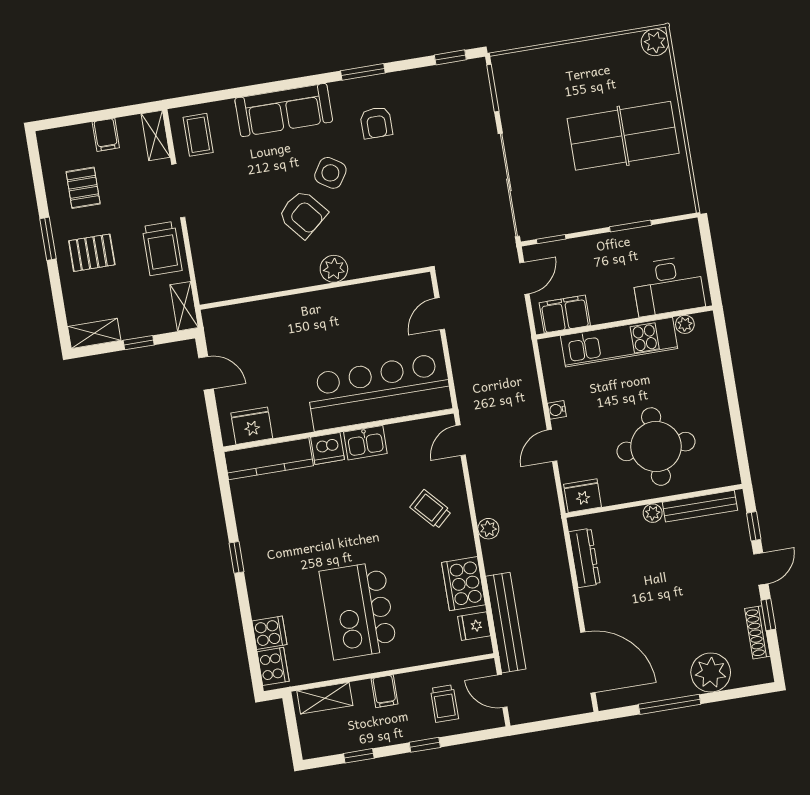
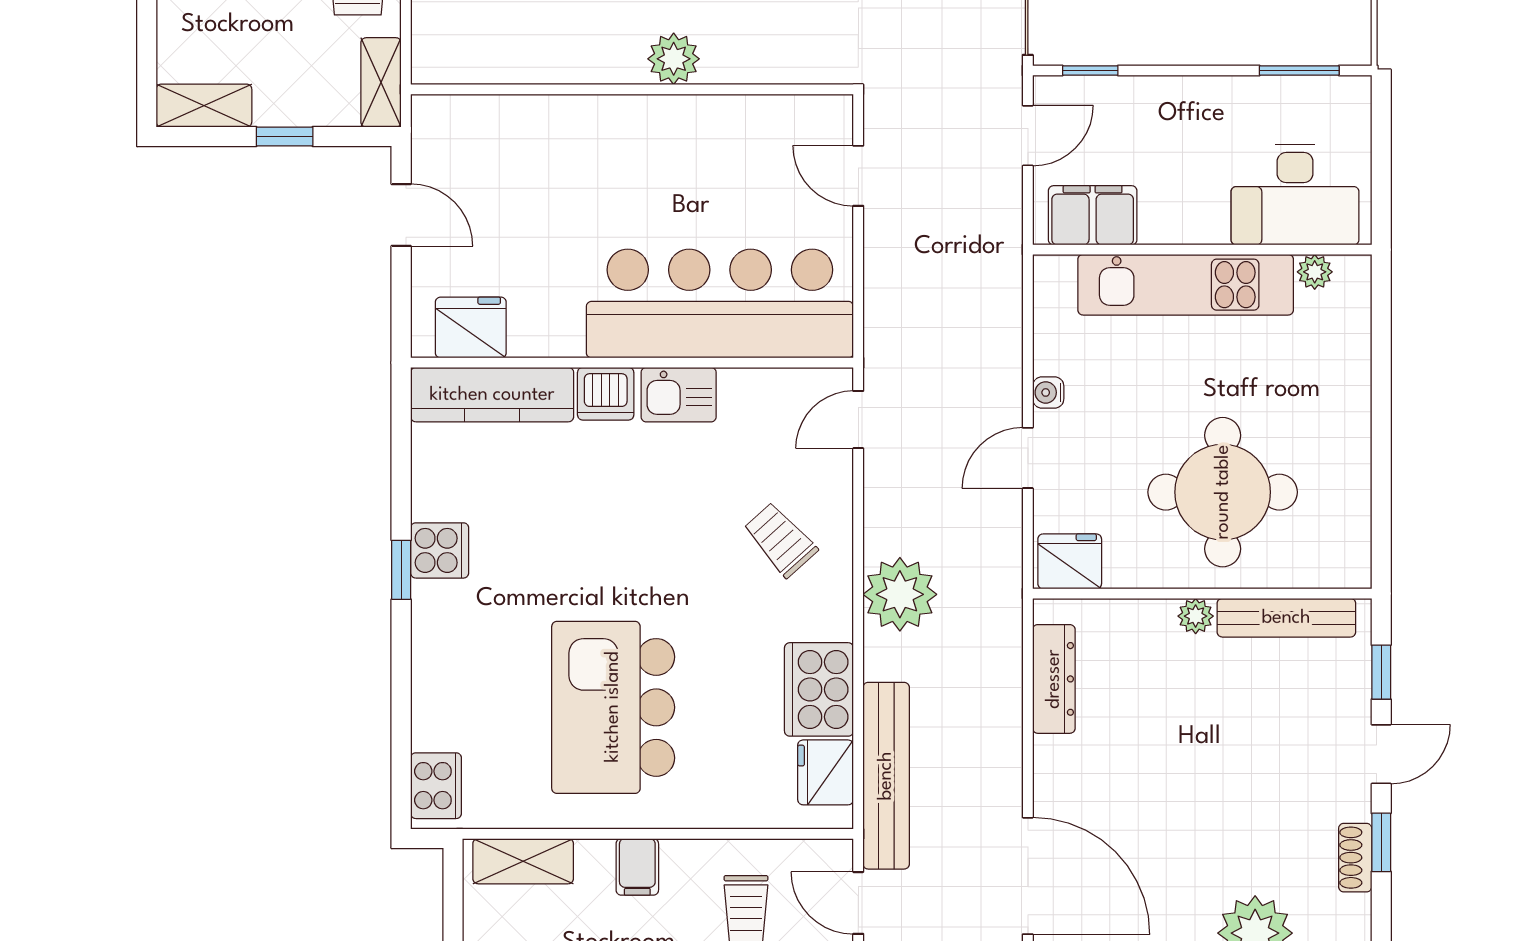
window: (631, 226) -> (1299, 71), moved
door: (440, 314) -> (858, 176), hinge flipped
plant: (488, 529) -> (900, 594), width x1.88, depth x1.88
fridge: (474, 626) -> (826, 772), width x1.38
shoe rack: (757, 632) -> (1355, 858), width x0.70
cooker: (269, 633) -> (440, 550), moved

